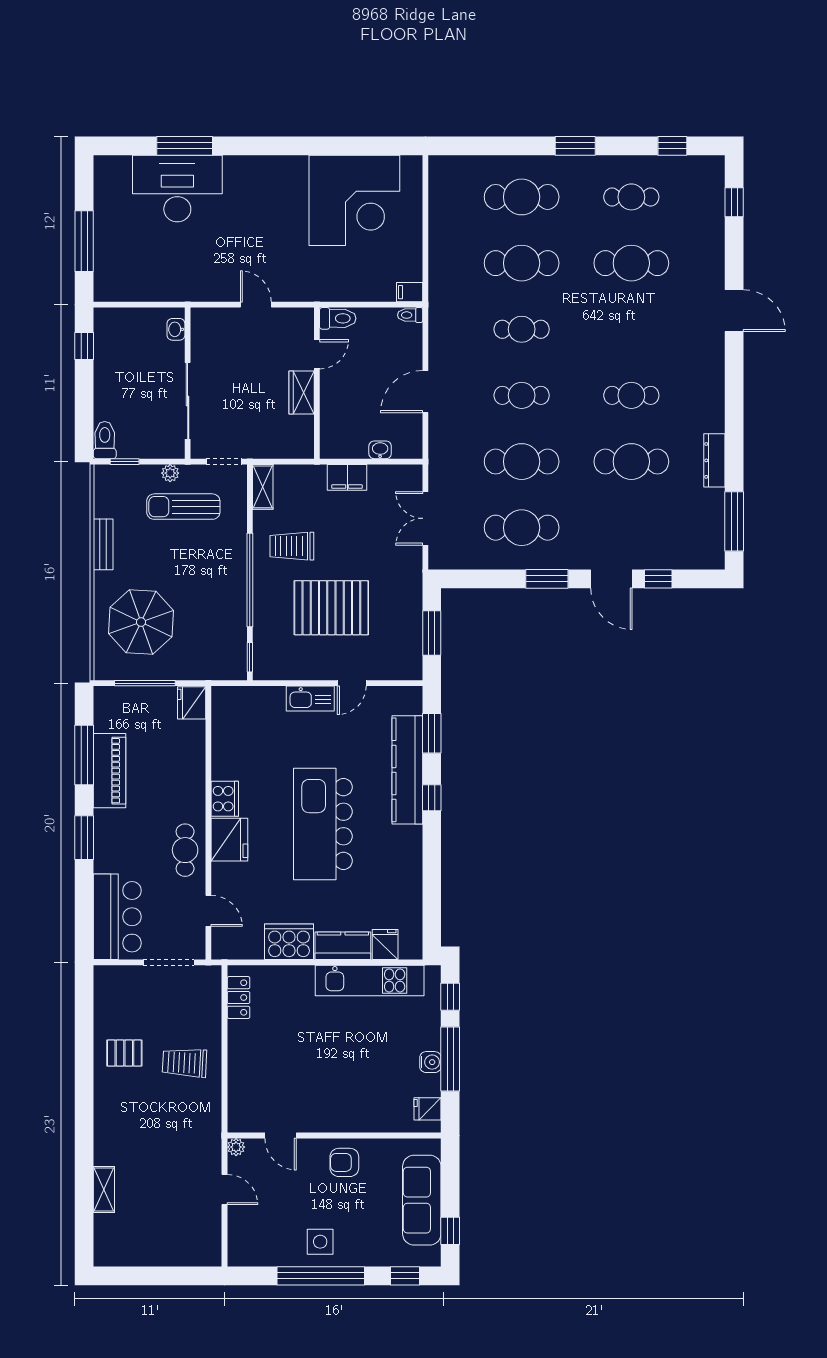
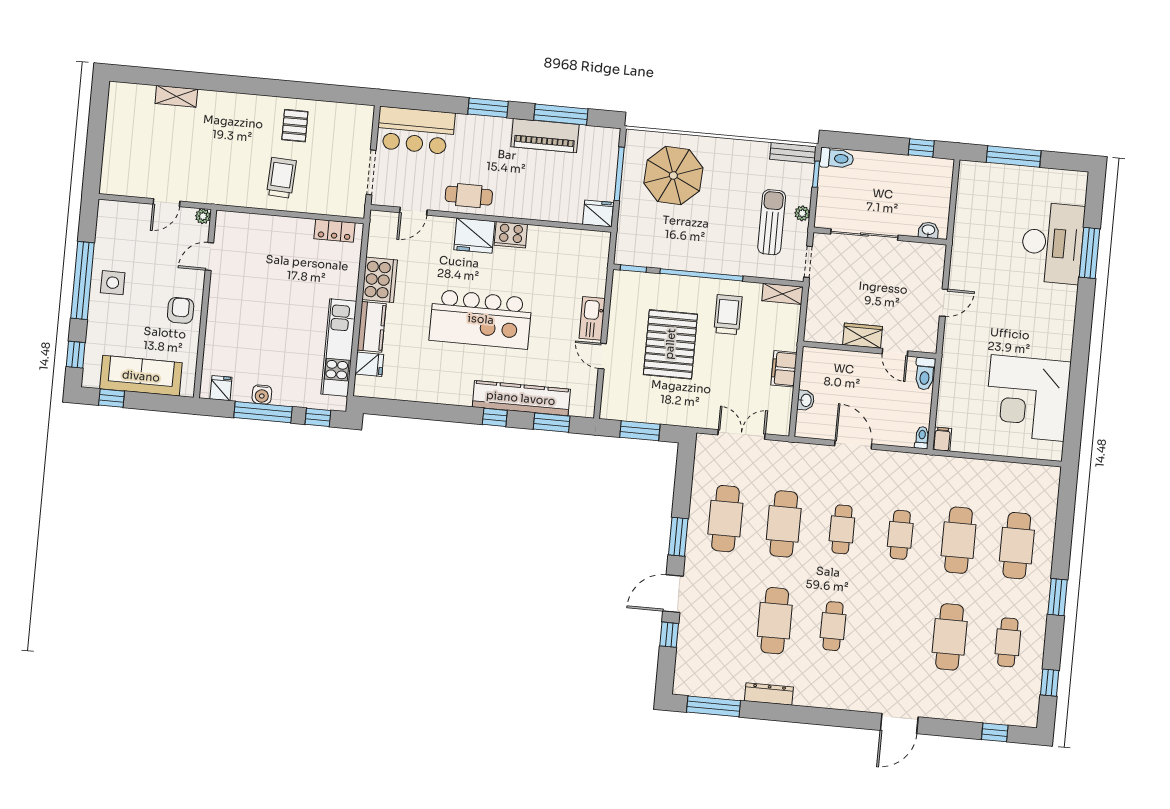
bench: (103, 544) -> (793, 153), moved
kitchen island: (323, 824) -> (481, 319), turned 180

